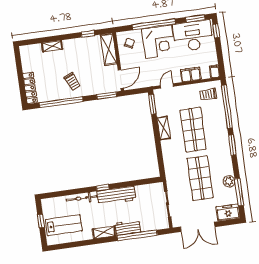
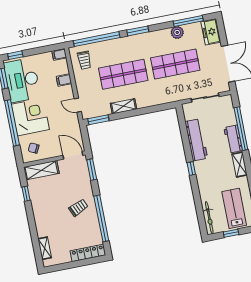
shelving: (52, 46) -> (45, 248), moved
filing cabinet: (191, 75) -> (64, 80), width x0.50
workbench: (116, 195) -> (196, 140), moved
bicycle: (81, 198) -> (209, 218), moved

